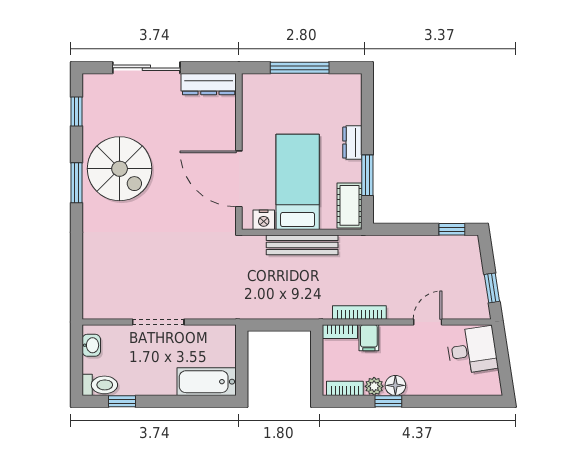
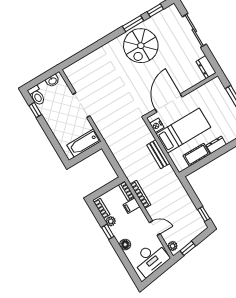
dresser: (209, 84) -> (206, 67), width x0.70
window: (367, 175) -> (205, 161), removed
window: (77, 183) -> (133, 24), moved
cot: (349, 205) -> (197, 155), moved
bench: (302, 245) -> (158, 154), width x0.73
plant: (474, 310) -> (173, 246), added
desk: (472, 350) -> (151, 259), width x1.37
bathtub: (207, 382) -> (84, 143), moved, turned -90
floor lamp: (395, 385) -> (125, 245), moved

